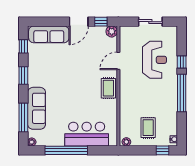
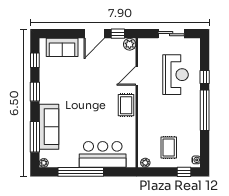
sofa: (49, 34) -> (62, 47), width x0.73

